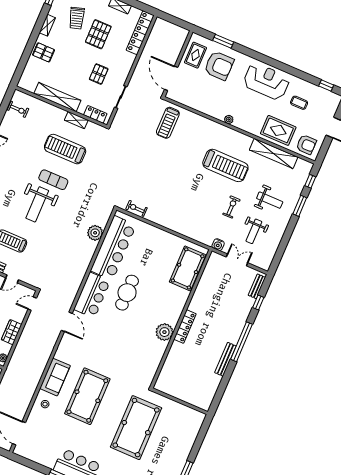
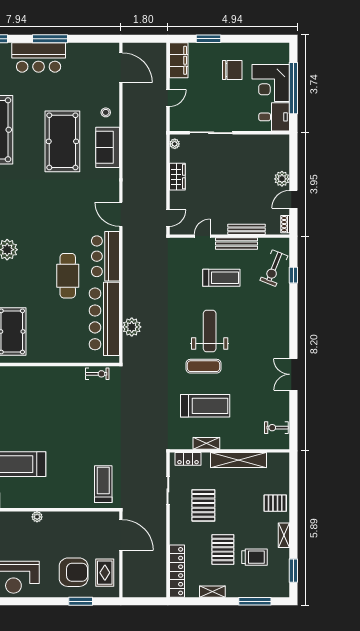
trolley: (77, 18) -> (255, 557), turned 107
armchair: (219, 66) -> (74, 572), turned 180
pallet: (99, 74) -> (203, 505), width x1.50, depth x1.42

